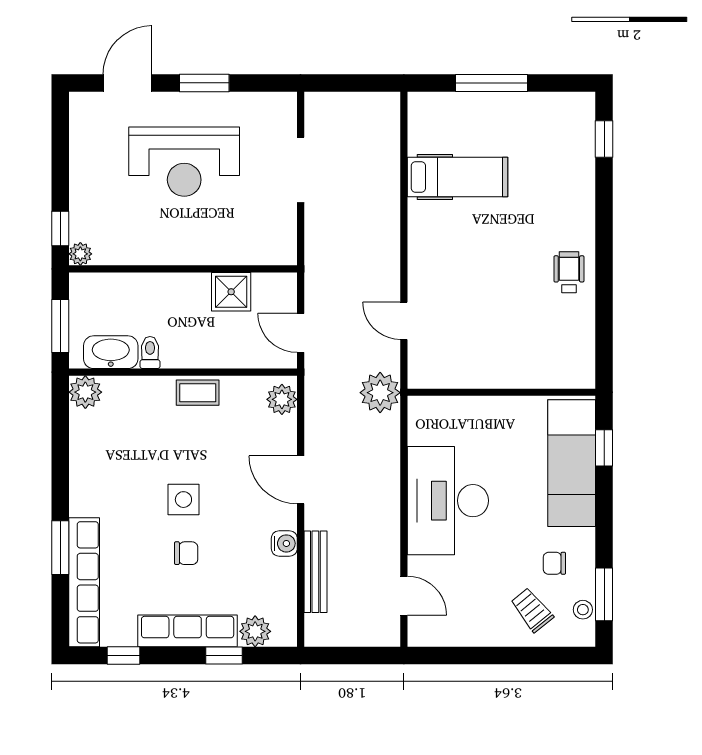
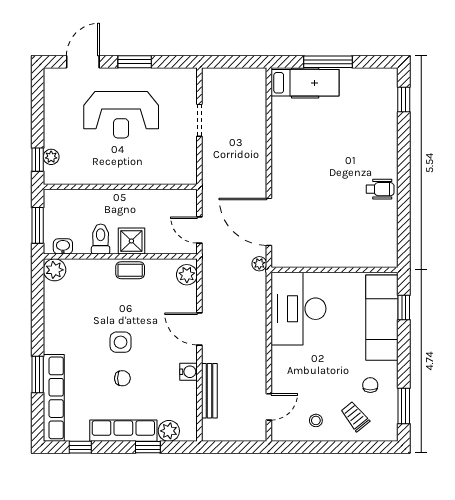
doorway: (301, 170) -> (199, 120), width x0.73
hospital bed: (457, 177) -> (305, 83), moved
plant: (80, 254) -> (51, 157), moved
wheelchair: (569, 272) -> (380, 189), turned 90
shower: (231, 292) -> (131, 241), moved
door: (404, 321) -> (269, 222), width x1.88
washbasin: (111, 352) -> (63, 246), width x0.52, depth x0.69
toilet: (150, 352) -> (101, 239), width x1.37, depth x1.39
plant: (380, 393) -> (259, 264), width x0.53, depth x0.53
desk: (448, 501) -> (299, 309), moved
chair: (554, 563) -> (370, 385), turned 90
door: (404, 596) -> (269, 407), hinge flipped
stool: (583, 610) -> (316, 420), moved

